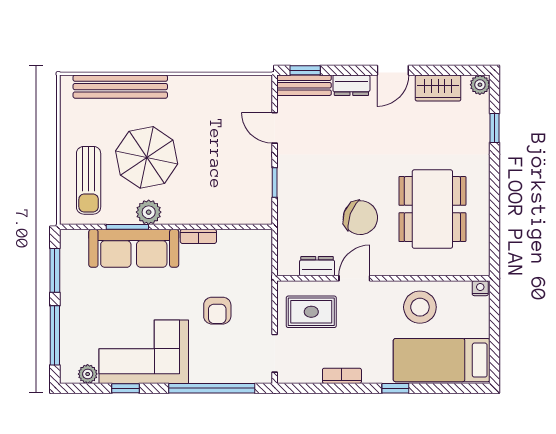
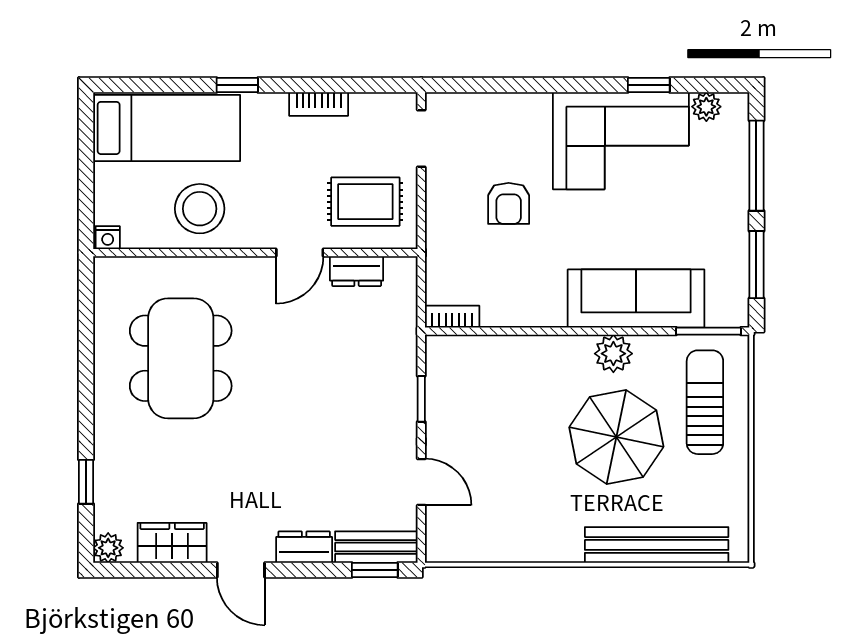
door: (393, 70) -> (241, 570), swing flipped
chair: (360, 218) -> (290, 345), removed
window: (127, 227) -> (708, 331), moved
bookcase: (198, 236) -> (452, 317), moved
armchair: (217, 311) -> (509, 203), turned 180
window: (212, 388) -> (517, 85), removed

